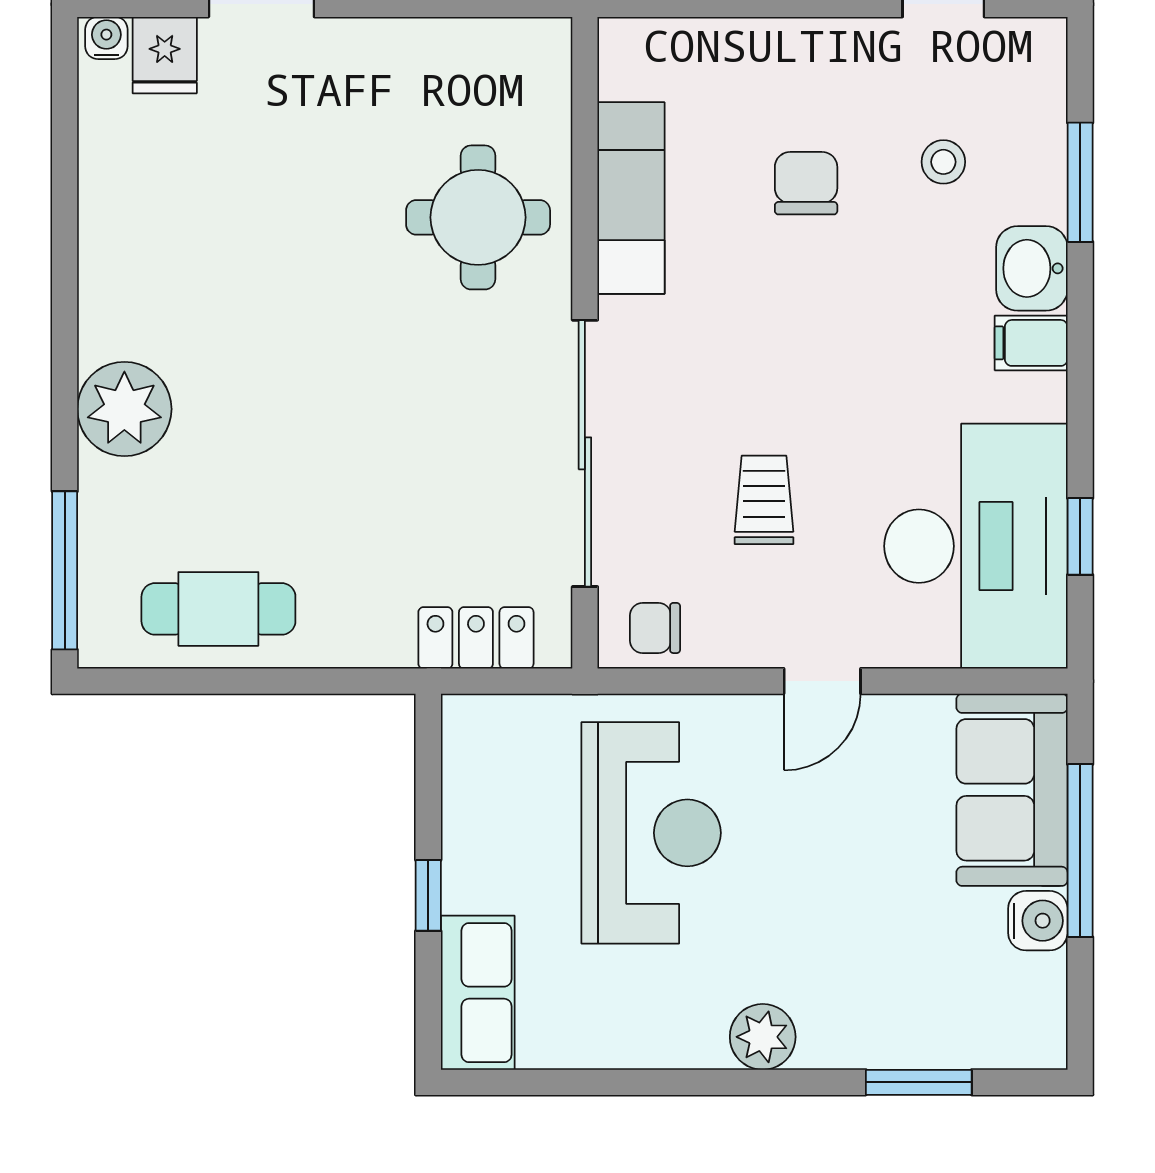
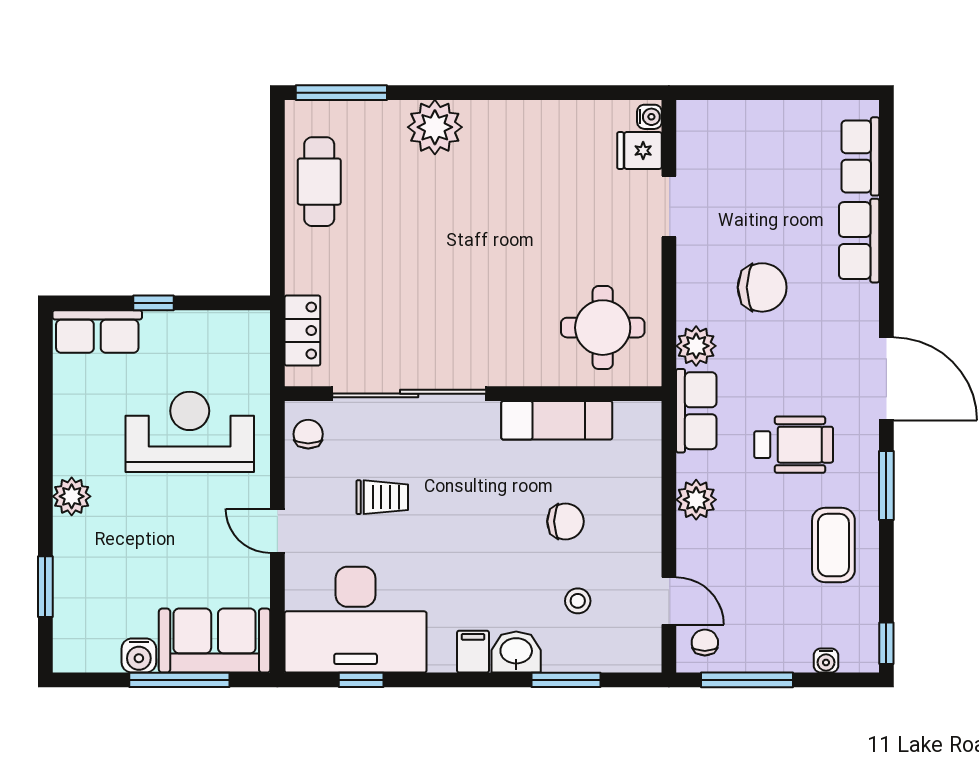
round table: (478, 217) -> (603, 328), moved
reception desk: (651, 833) -> (190, 432), turned 180

